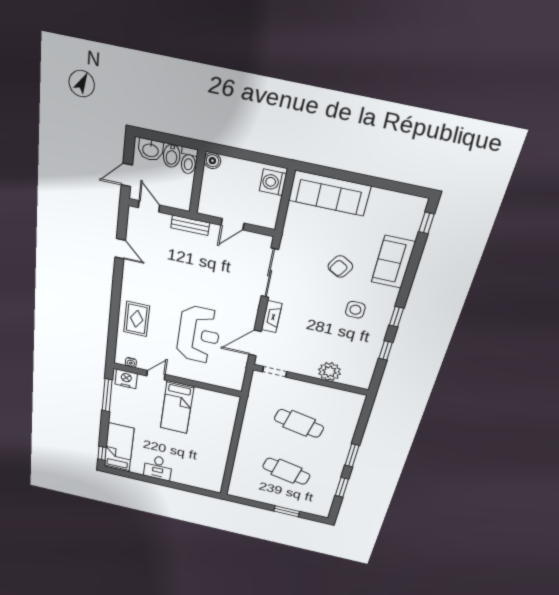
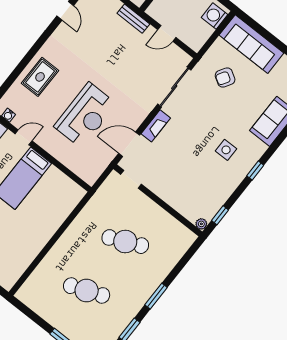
armchair: (340, 266) -> (225, 77), moved
window: (386, 350) -> (220, 215), moved
plant: (329, 372) -> (201, 224), moved, width x0.53, depth x0.53
cafe table: (299, 423) -> (125, 242), turned -36
cafe table: (286, 471) -> (87, 291), turned -33

